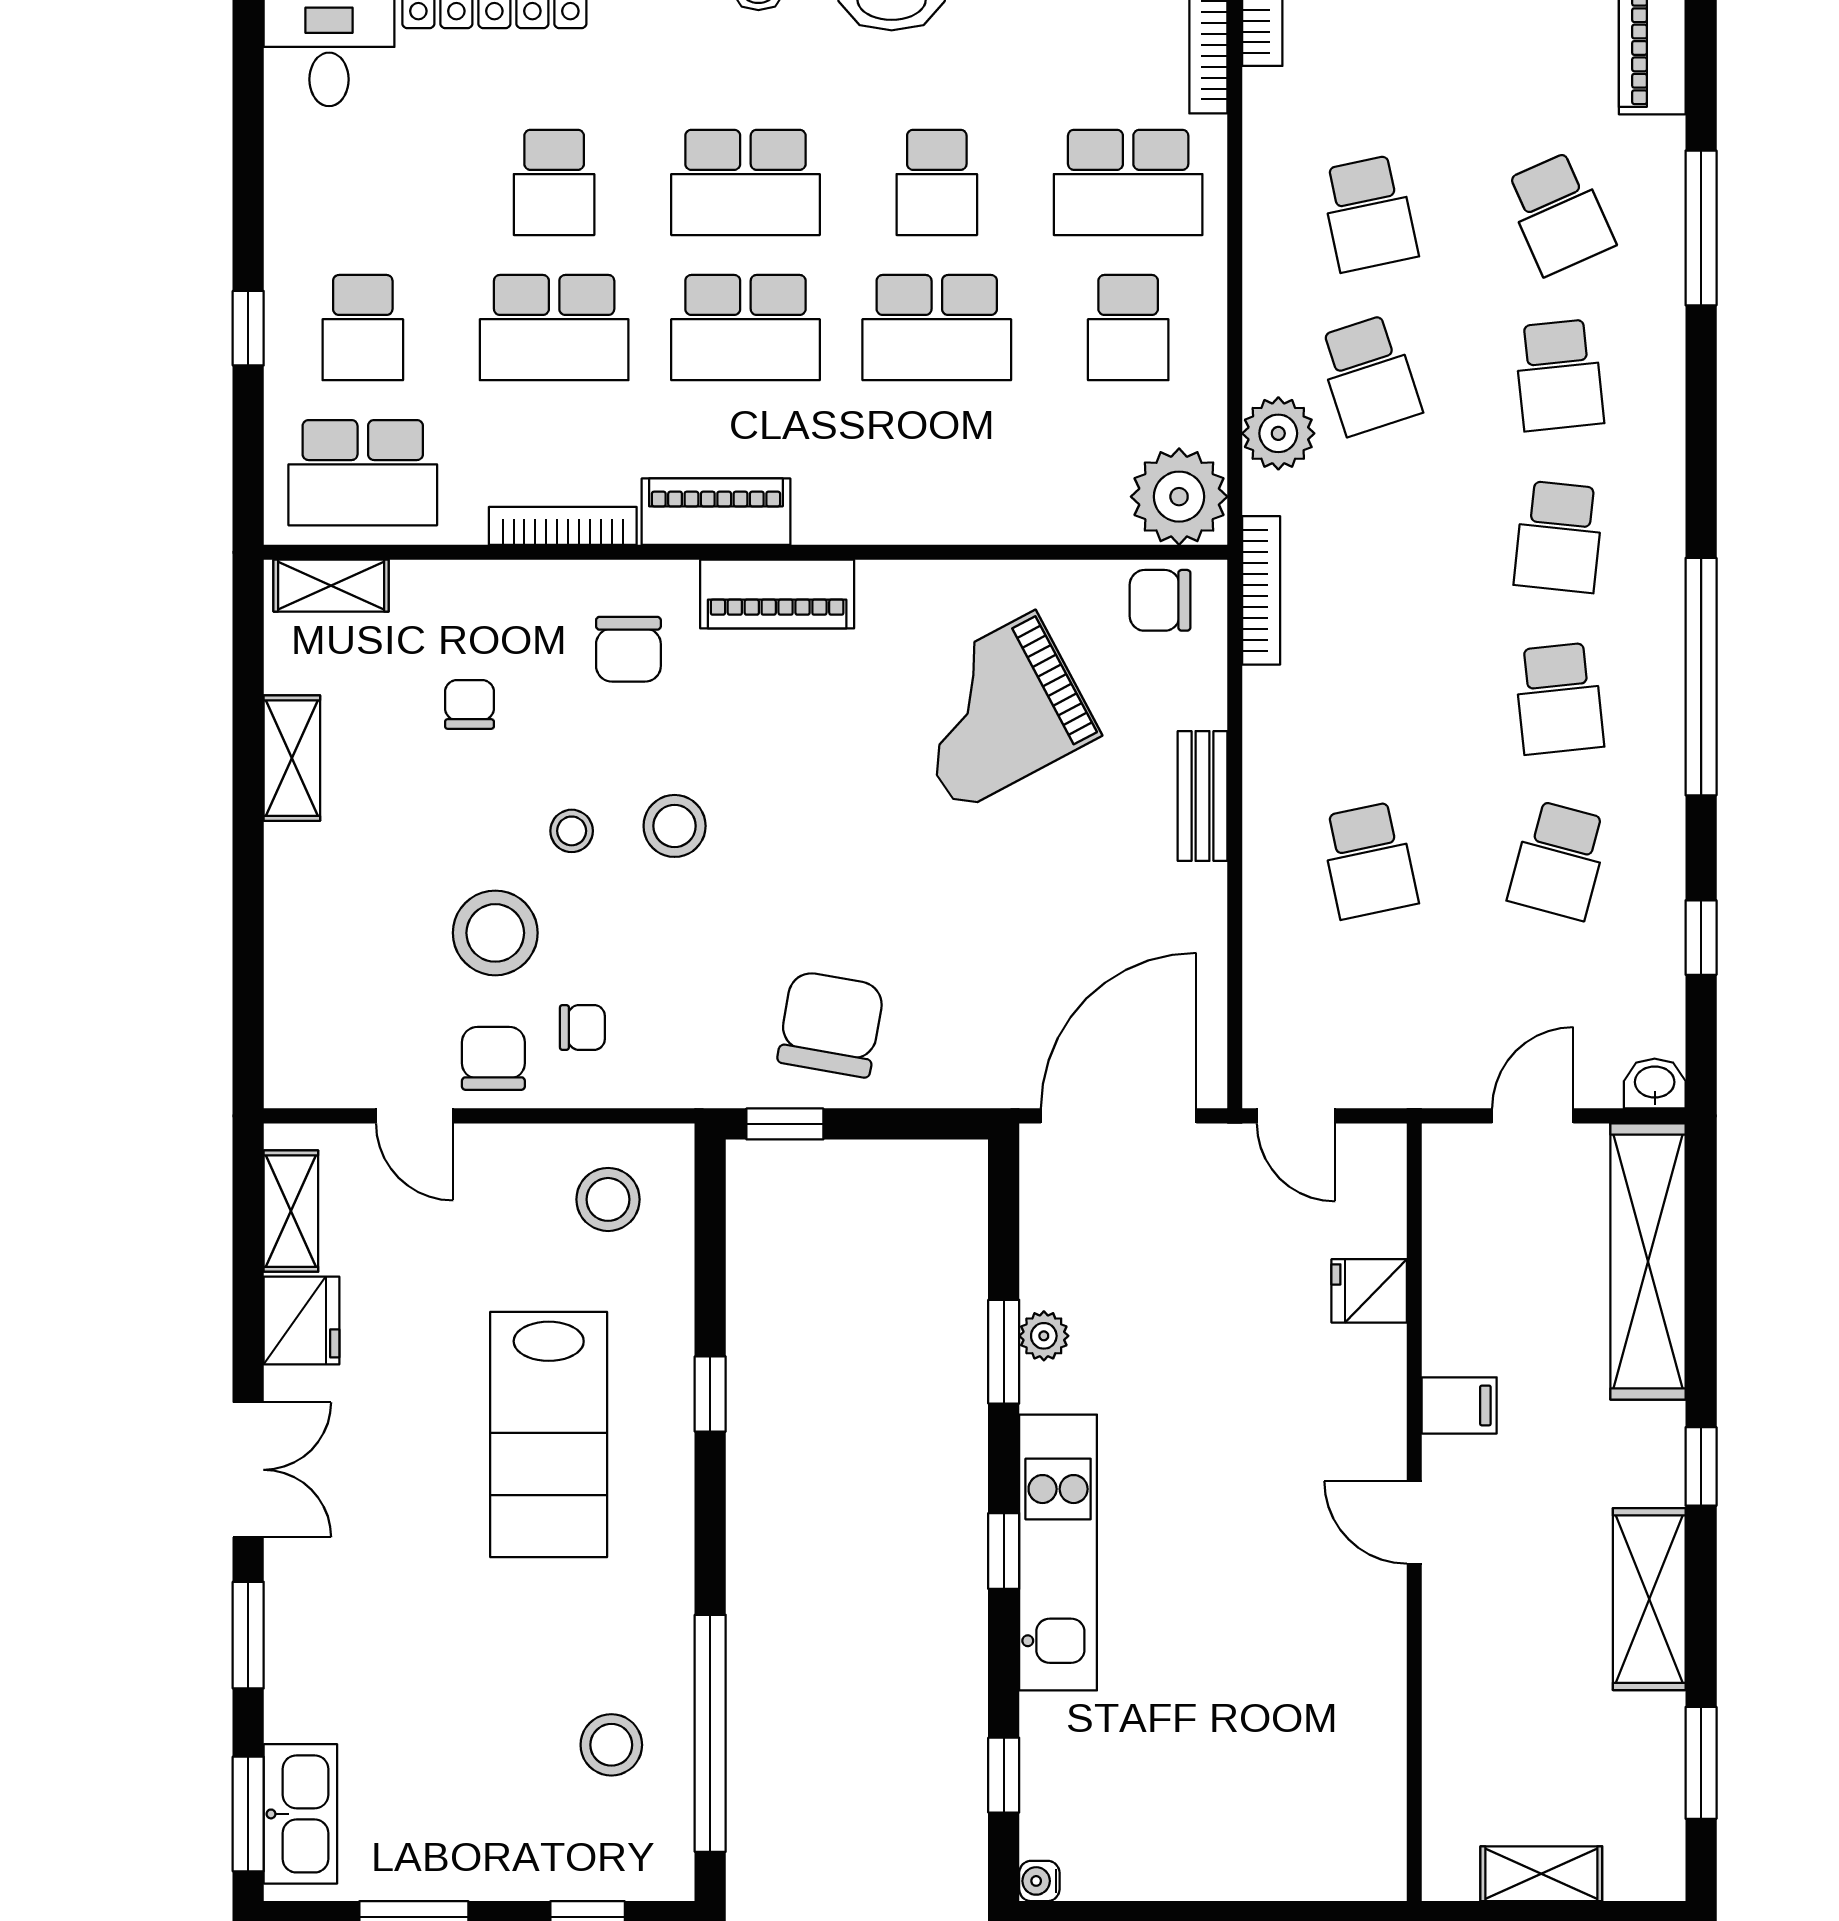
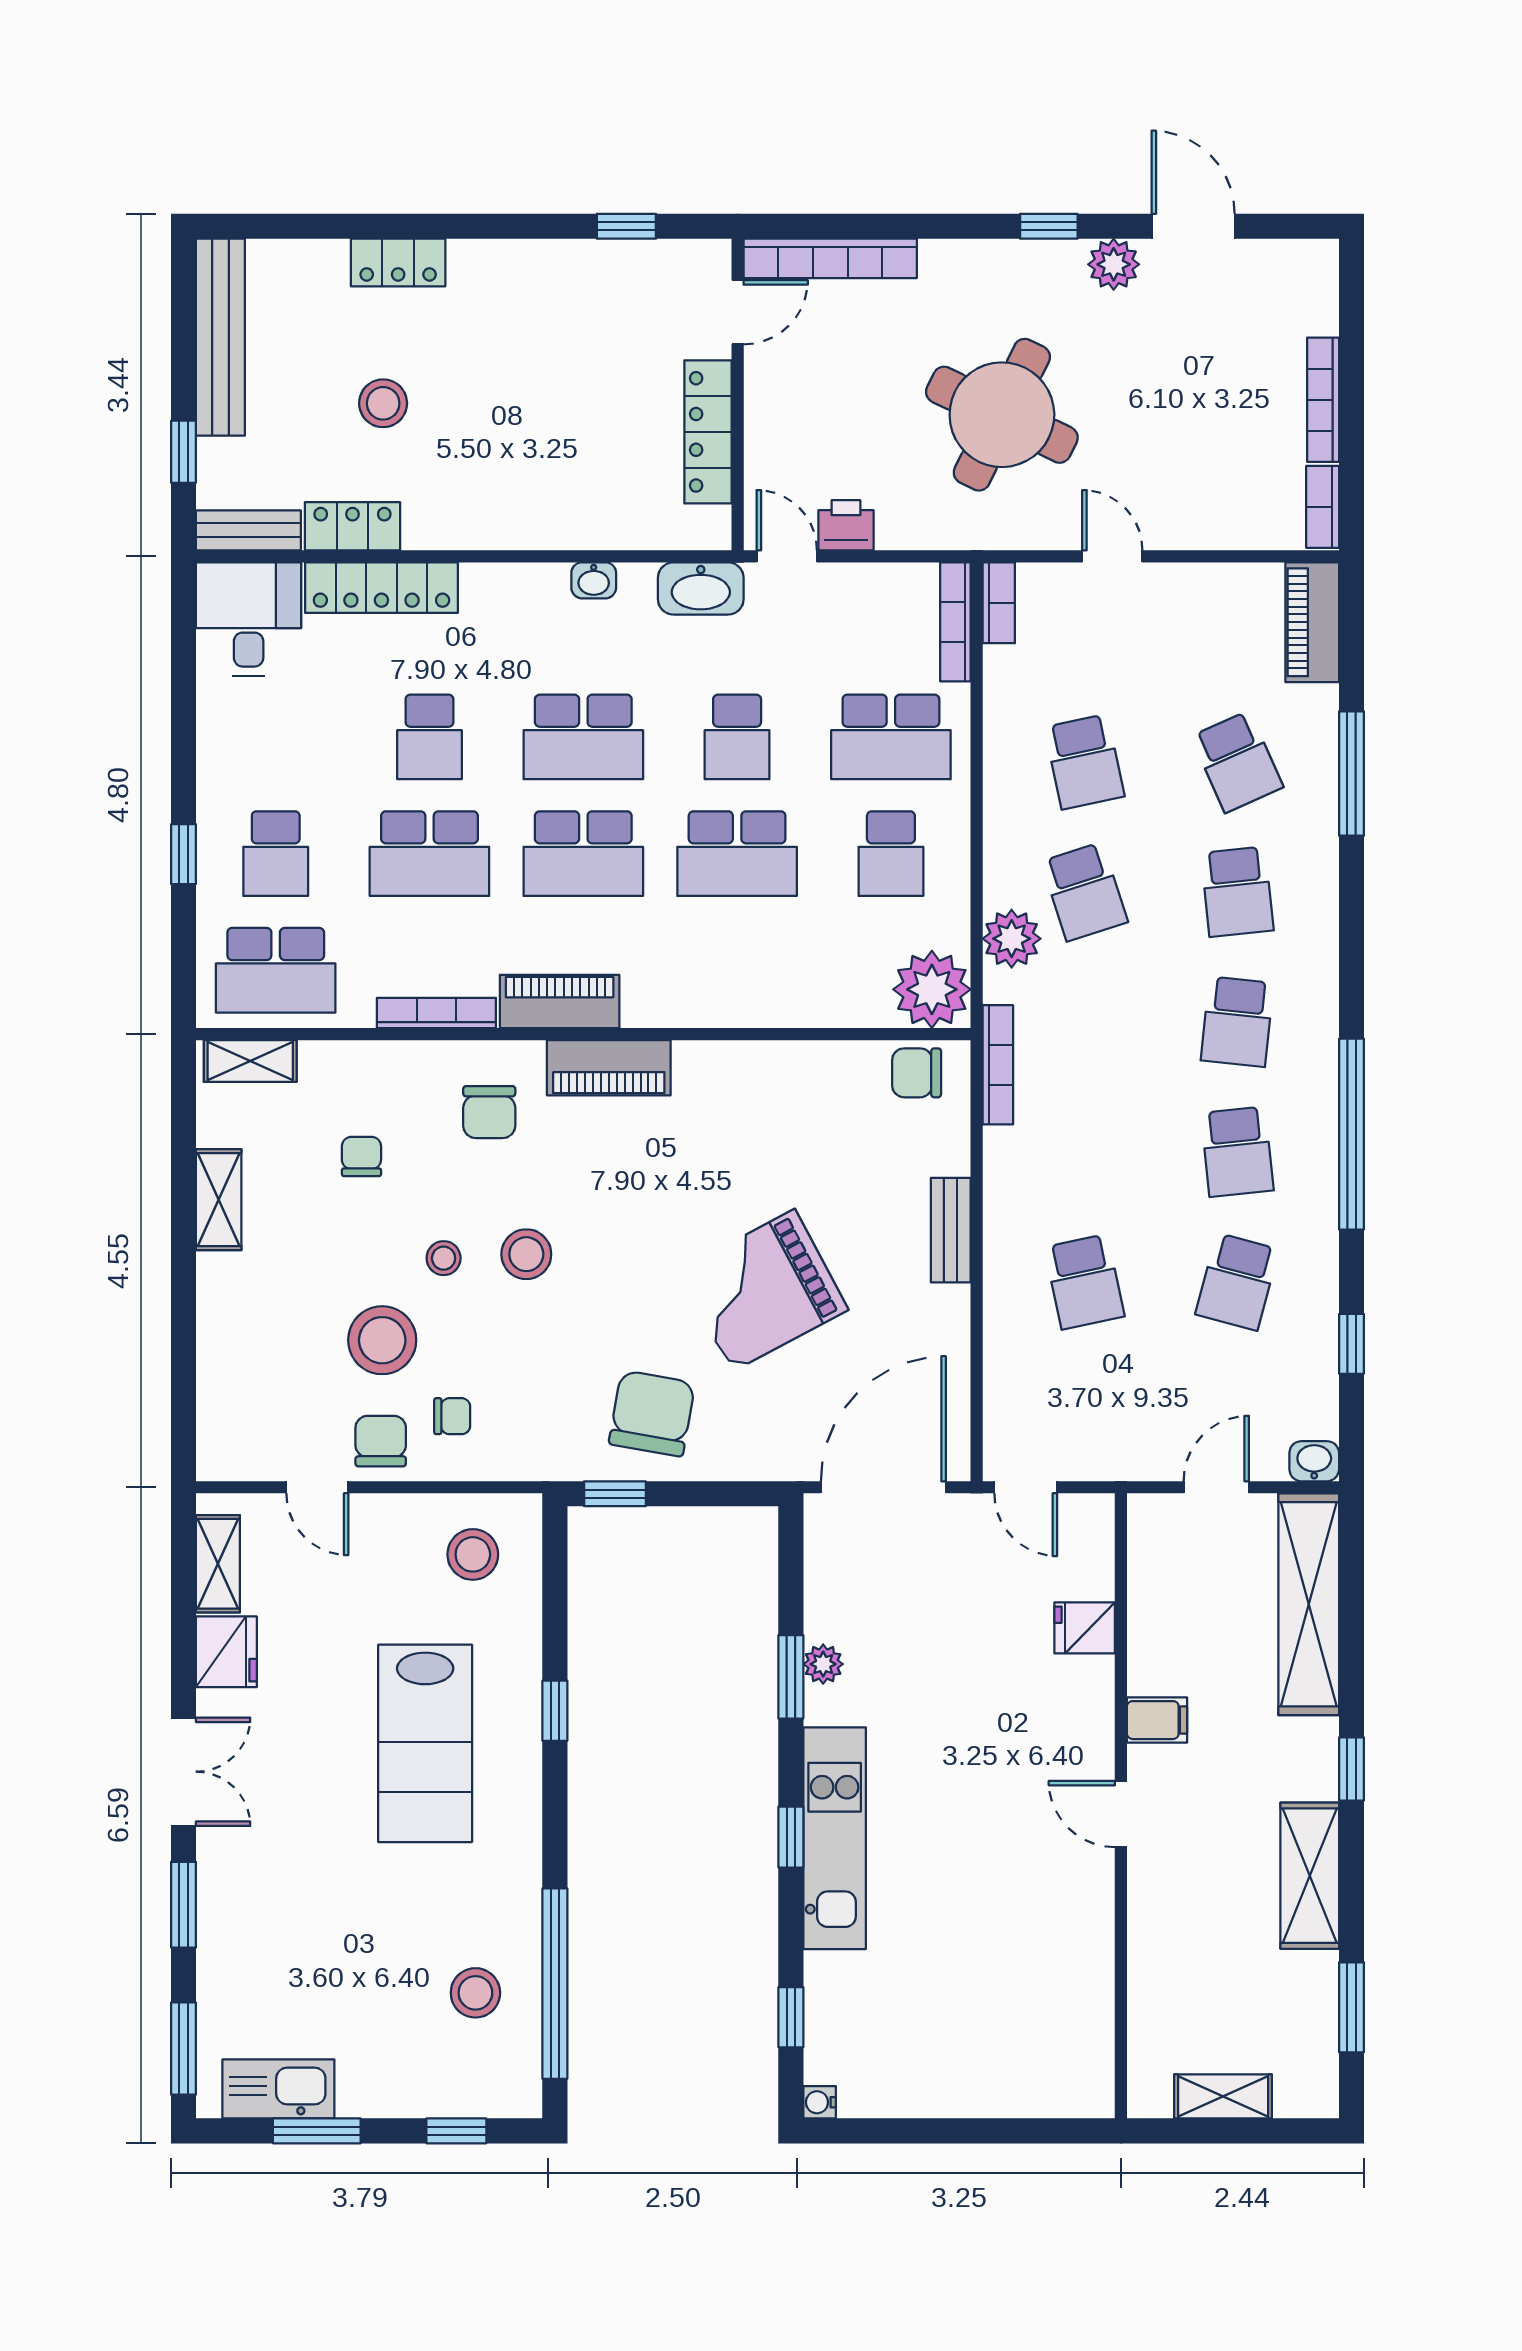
grand piano: (996, 711) -> (763, 1290), moved
kitchen sink: (300, 1814) -> (278, 2089), moved, turned -90

